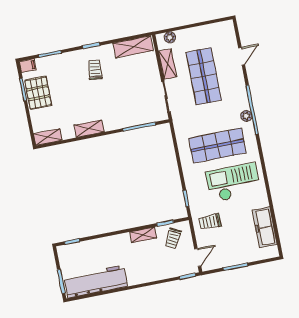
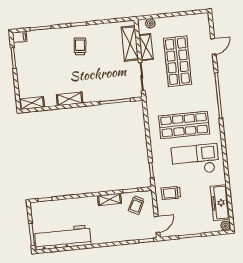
shelving: (133, 47) -> (130, 43), moved, turned 90
pallet: (38, 93) -> (27, 62), removed
plant: (246, 116) -> (225, 226), moved

